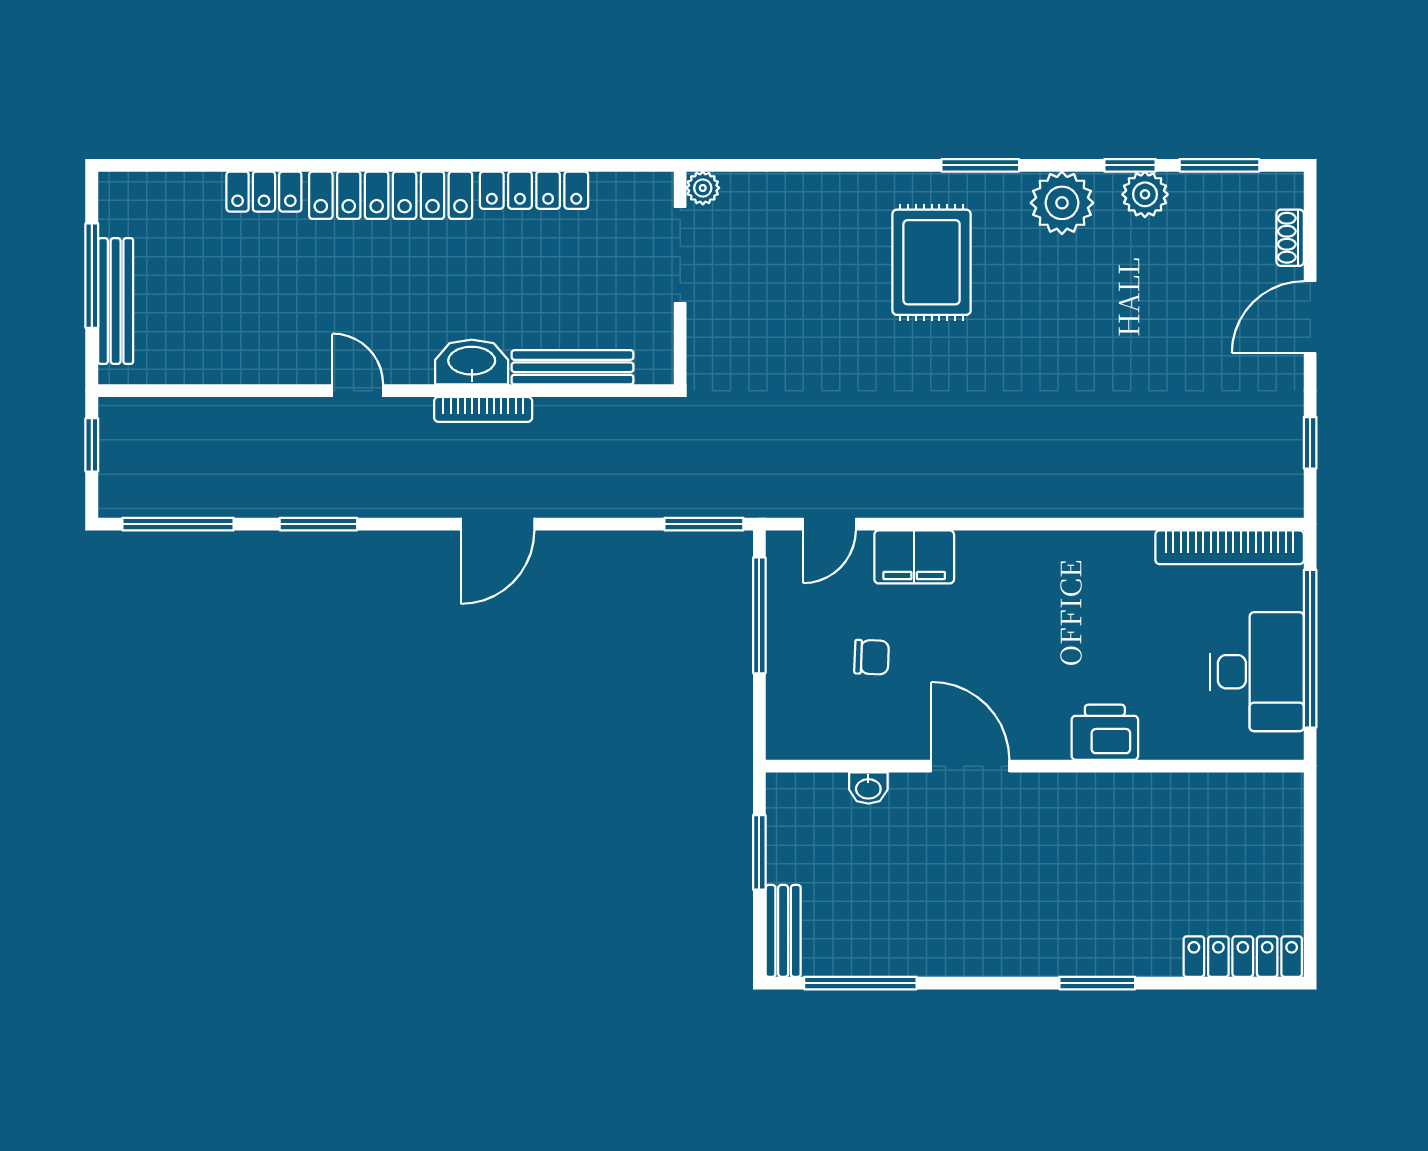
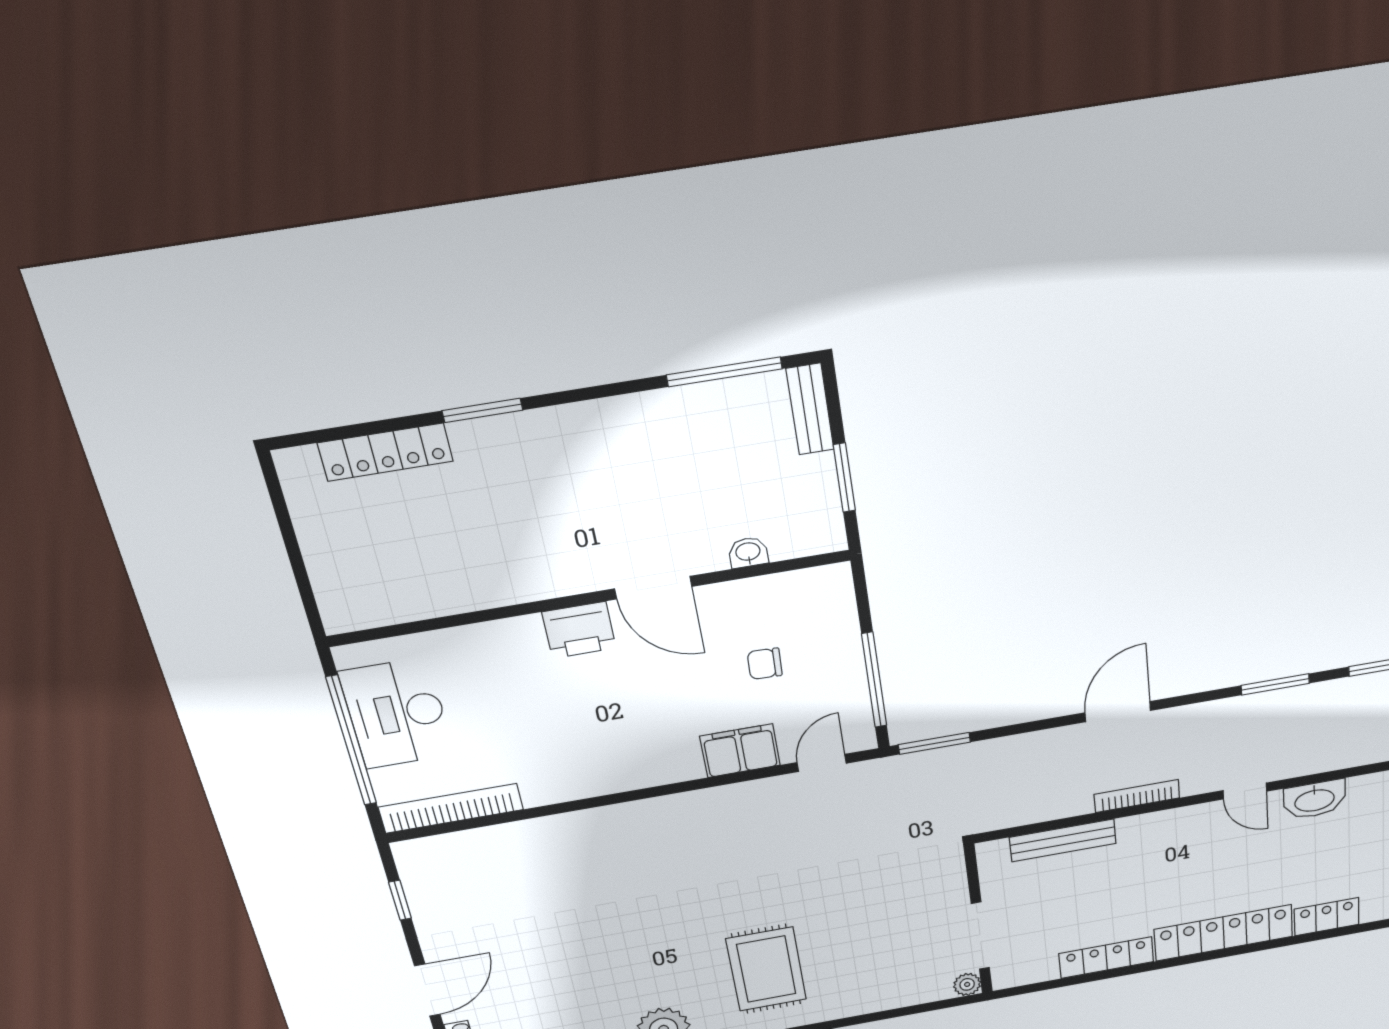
washbasin: (472, 362) -> (1315, 800), moved
printer: (1105, 732) -> (579, 630), moved
locker: (1243, 957) -> (386, 452), moved

